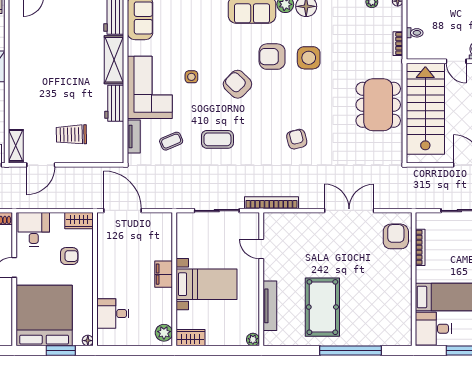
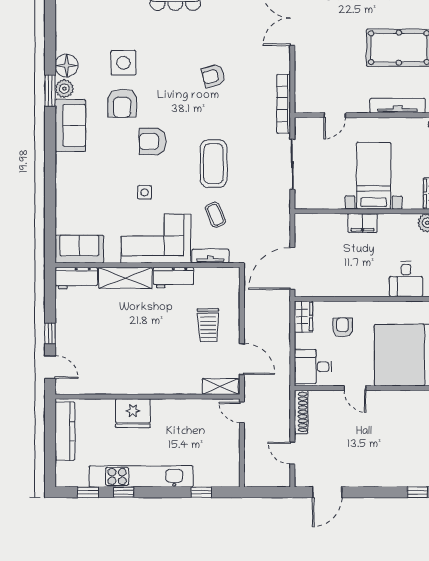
armchair: (237, 84) -> (153, 141), turned 46
coffee table: (217, 139) -> (214, 164), width x1.36, depth x1.32

